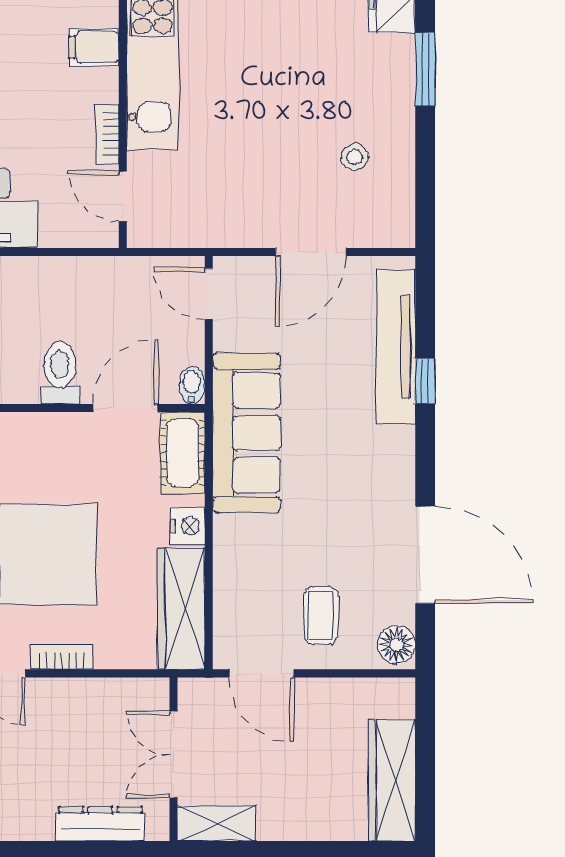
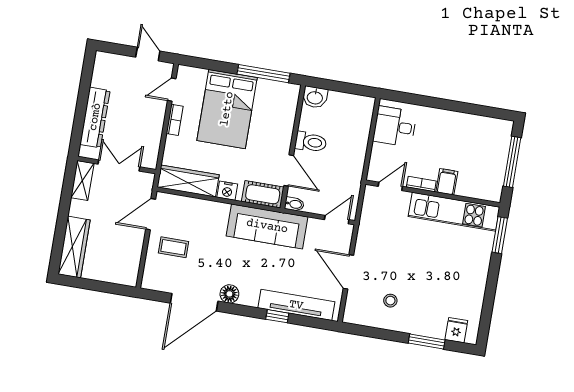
filing cabinet: (94, 47) -> (447, 182), moved
floor lamp: (396, 645) -> (229, 294), moved
wardrobe: (392, 780) -> (74, 247), moved, turned 90
dresser: (100, 824) -> (95, 117), width x1.37, depth x1.24

